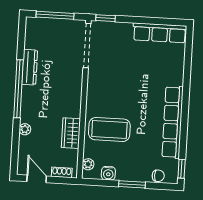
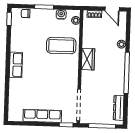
row of seats: (160, 33) -> (42, 116), moved
dresser: (30, 67) -> (119, 108), moved
row of seats: (173, 122) -> (16, 65), width x0.50
wardrobe: (71, 133) -> (88, 59), moved

